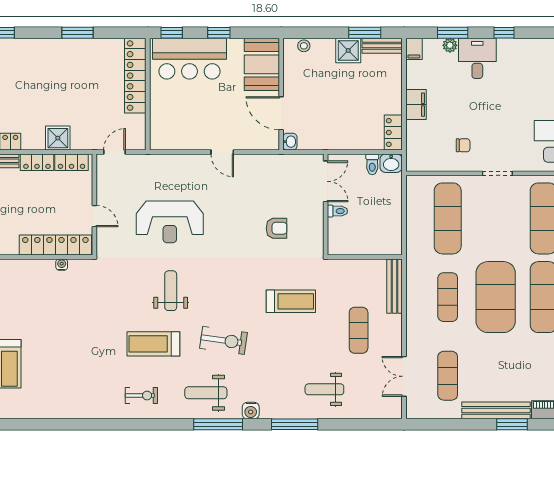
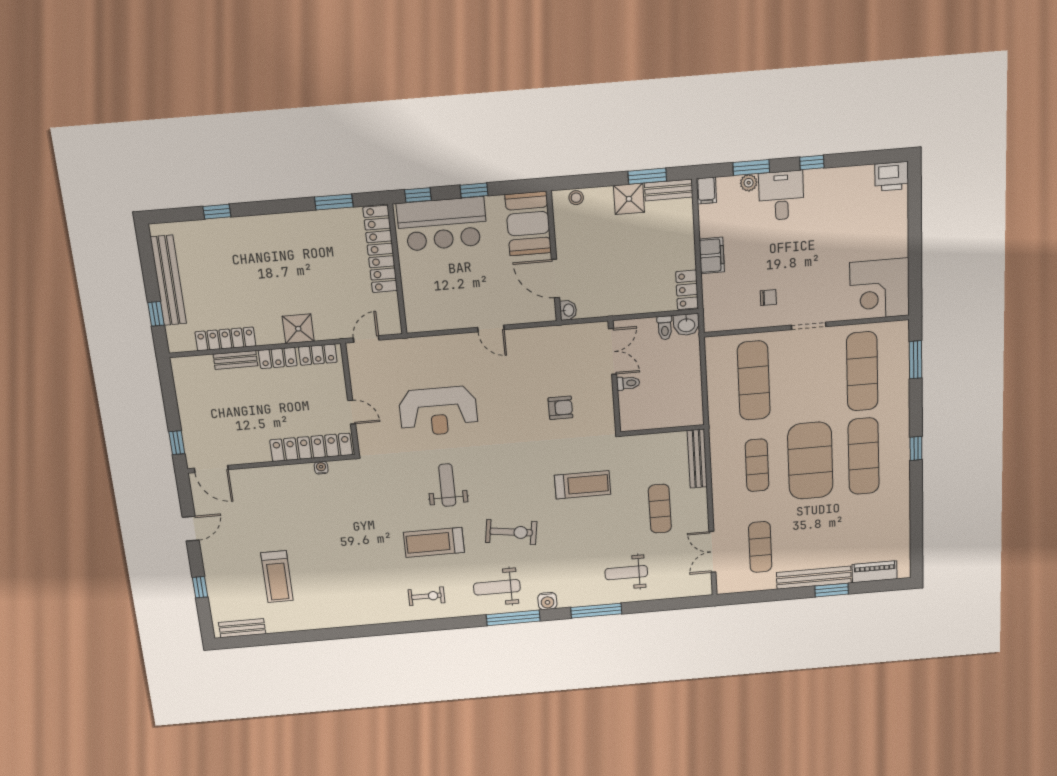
window: (78, 33) -> (334, 202), moved

